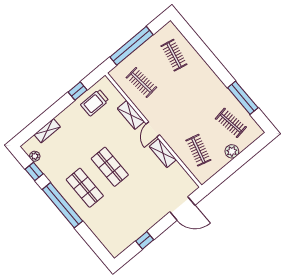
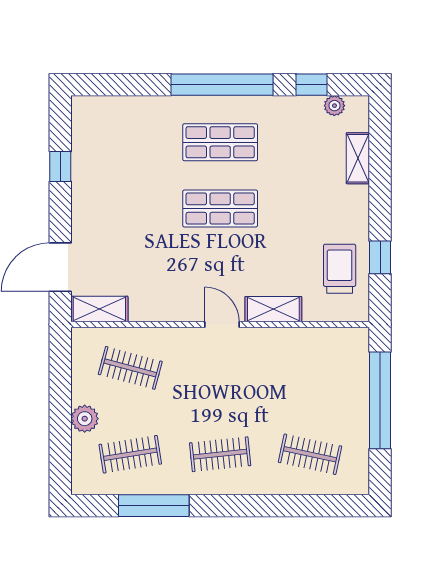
clothes rail: (141, 82) -> (220, 454), moved
shelving: (163, 153) -> (99, 309), moved

